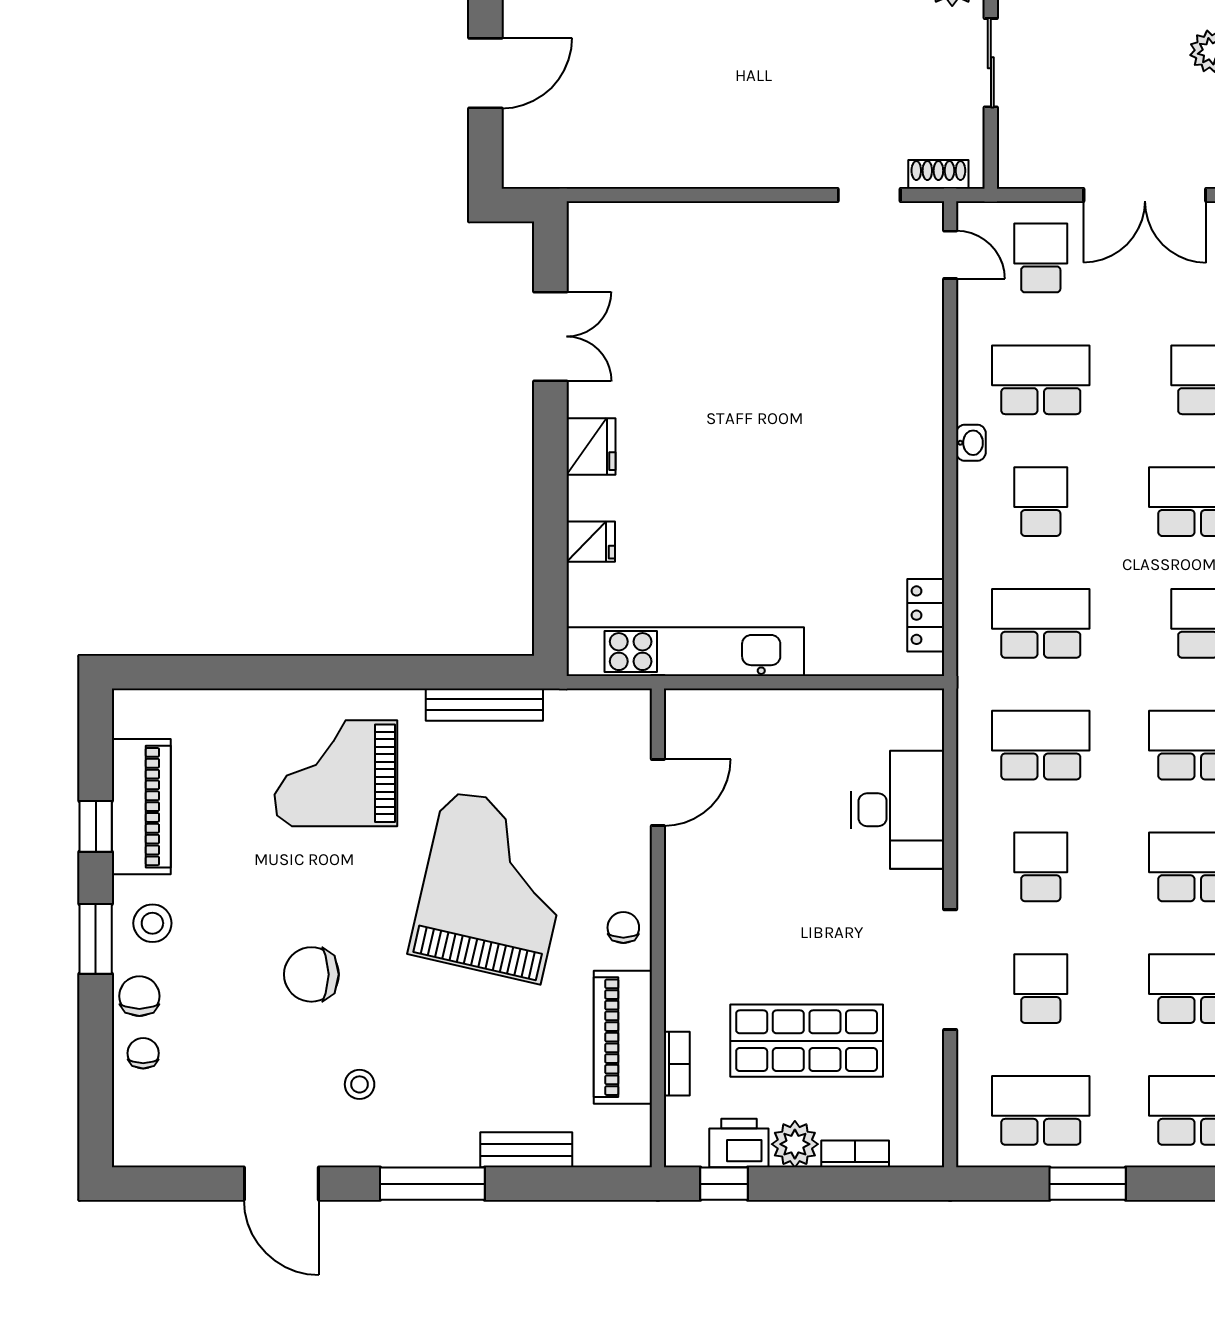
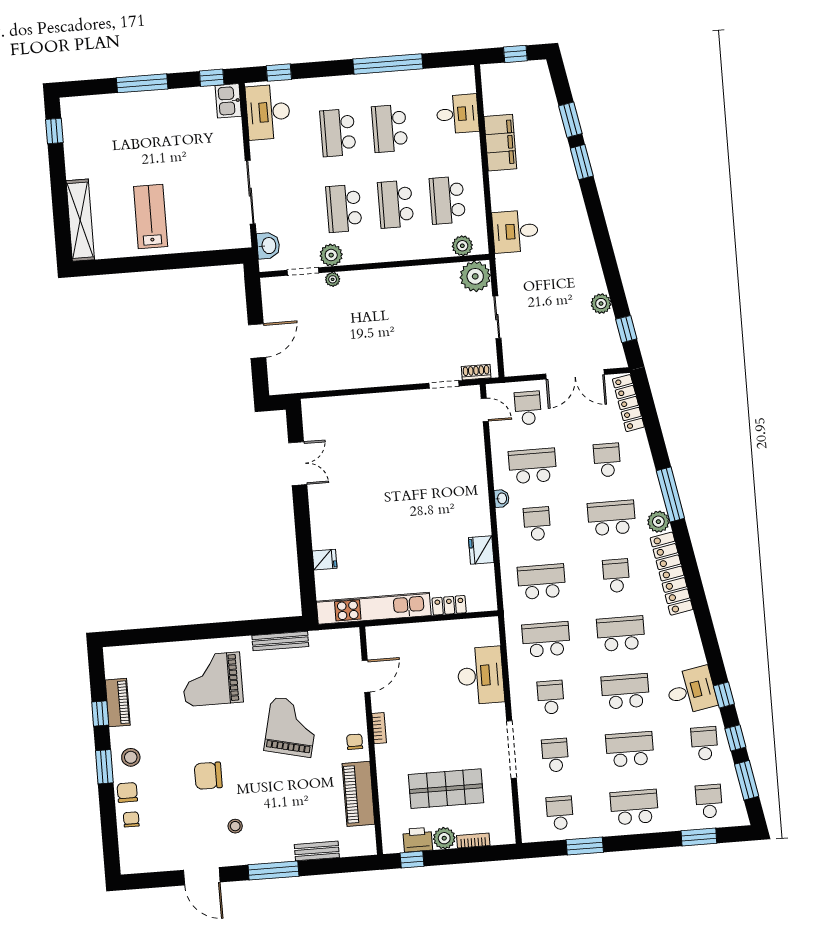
fridge: (591, 446) -> (481, 550), moved, turned 180
locker: (926, 615) -> (449, 605), moved, turned 90
piano: (141, 807) -> (118, 703), width x0.73, depth x0.75
grand piano: (493, 886) -> (291, 727), width x0.73, depth x0.68
bookcase: (677, 1064) -> (379, 728), moved
school desk: (1041, 1110) -> (560, 813), width x0.54

